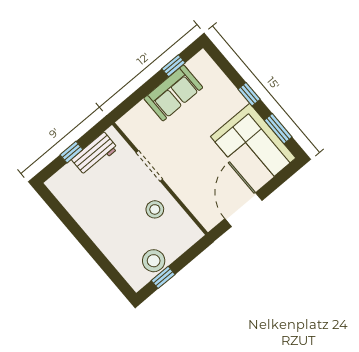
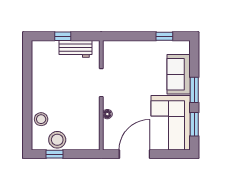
sofa: (173, 93) -> (179, 74), moved, turned 90
window: (249, 94) -> (194, 90), width x1.50
floor lamp: (182, 192) -> (107, 114), added
stool: (155, 209) -> (41, 119), moved

